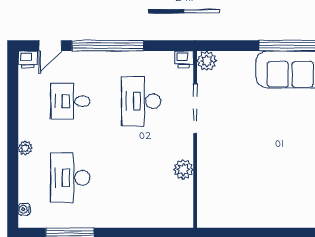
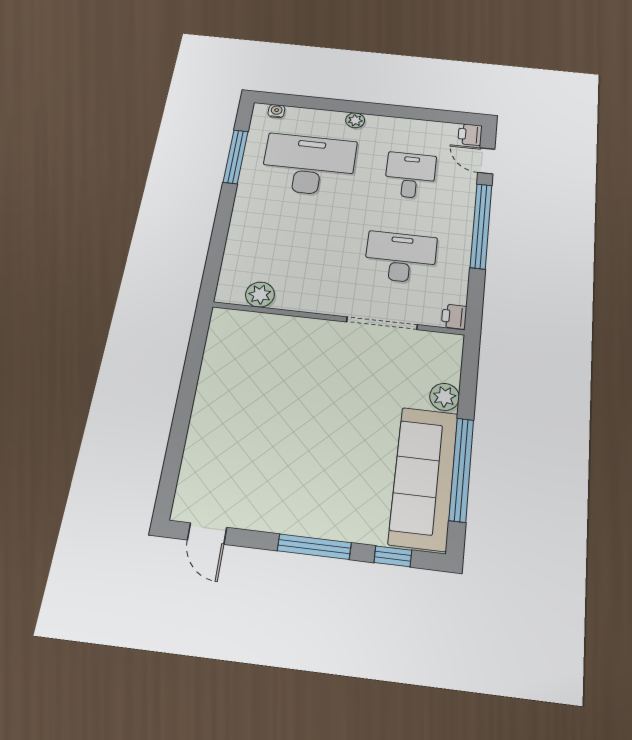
plant: (207, 61) -> (445, 397), moved
plant: (183, 169) -> (260, 295), moved
desk: (70, 178) -> (309, 165), width x1.36, depth x1.30

